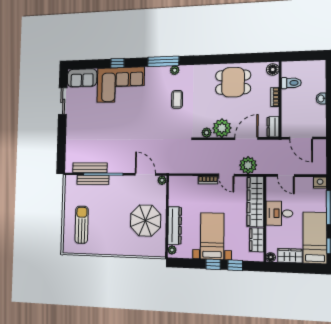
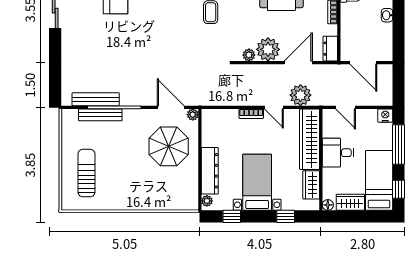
parasol: (145, 221) -> (169, 146), moved
window: (213, 264) -> (232, 216), moved

